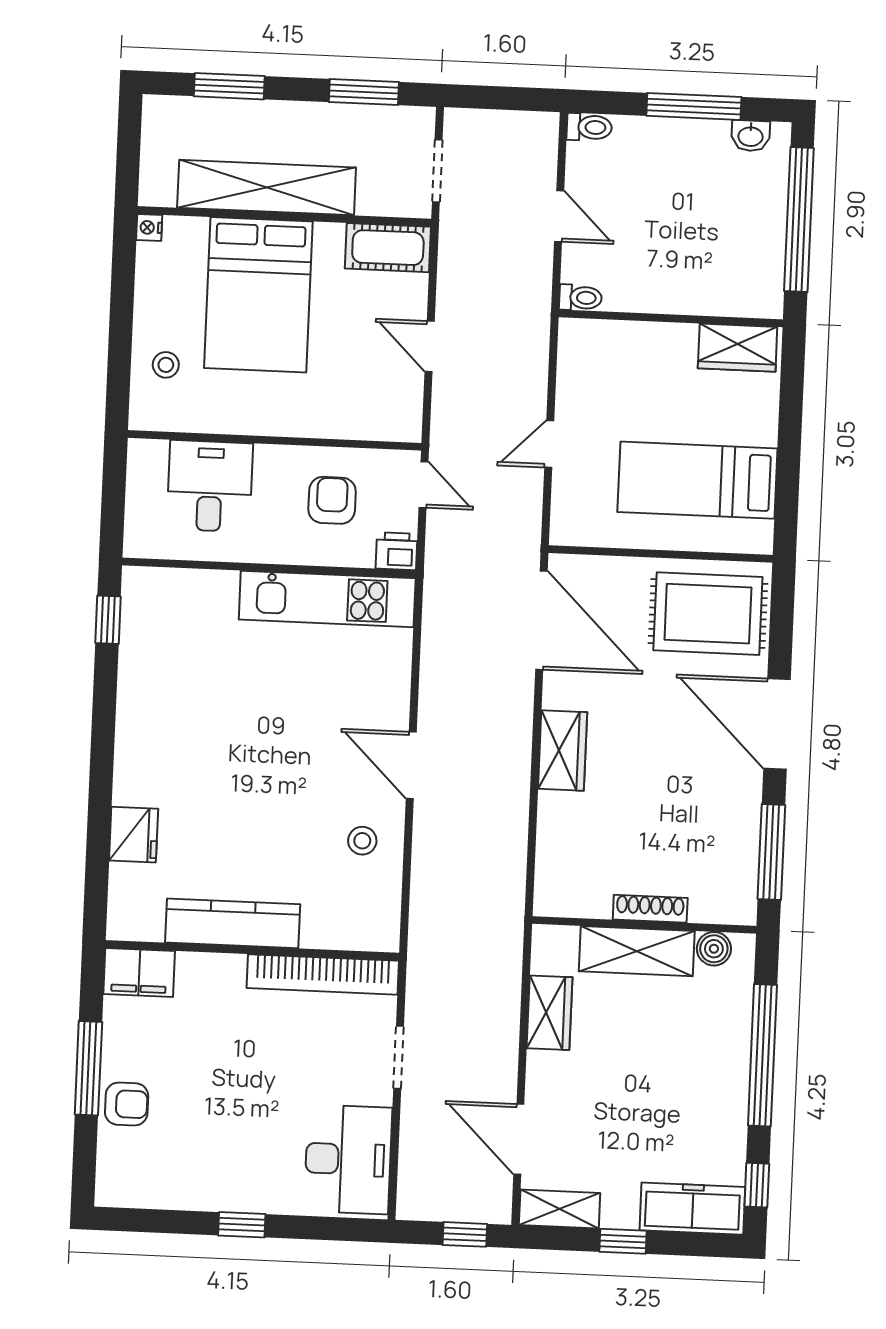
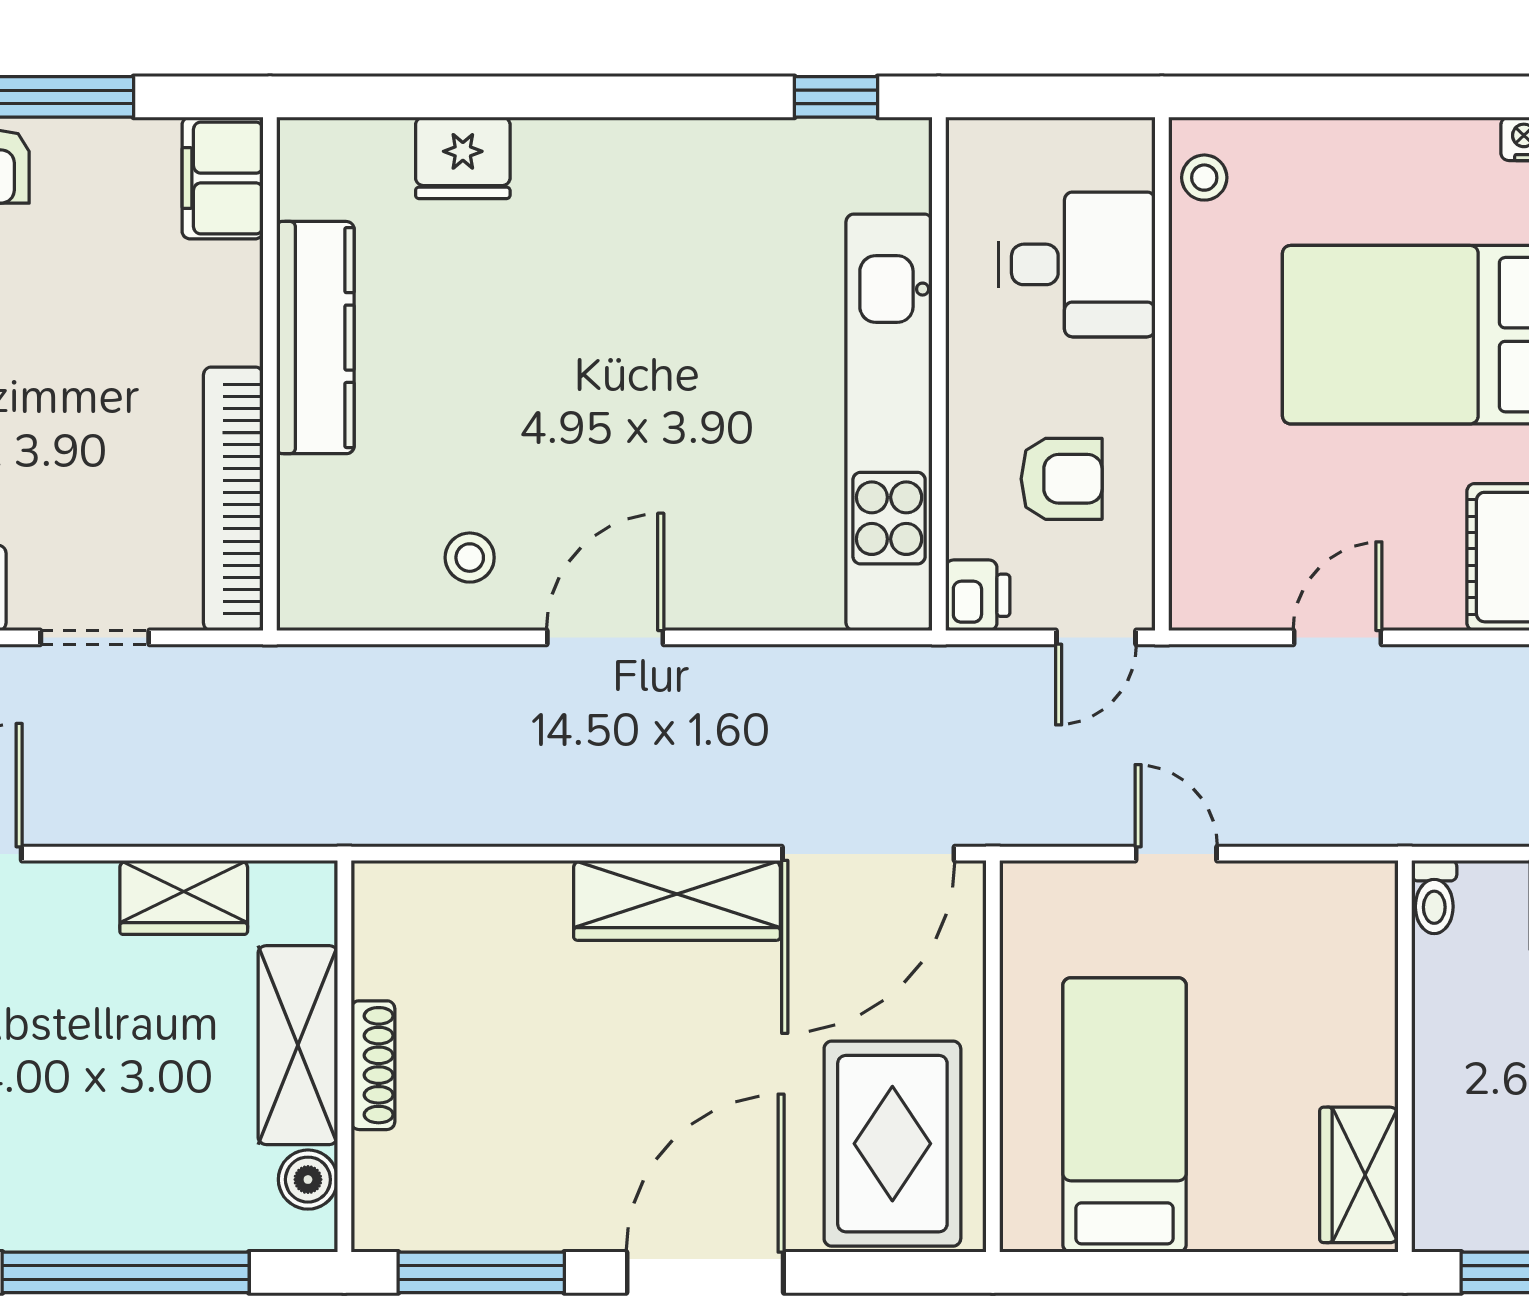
stool: (166, 365) -> (1204, 178), moved
kitchen unit: (327, 599) -> (889, 422), width x1.36
wardrobe: (563, 750) -> (677, 900), width x1.50

